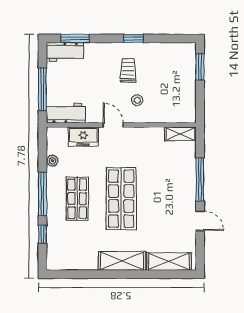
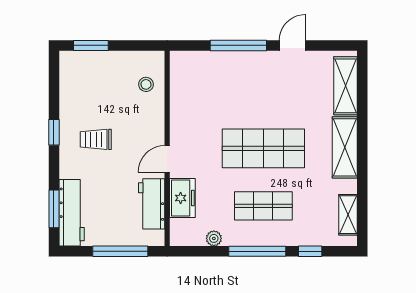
workbench: (65, 52) -> (72, 213), width x1.38
stool: (137, 100) -> (146, 84), moved
workbench: (66, 113) -> (152, 204), moved
shelving: (180, 134) -> (348, 215), moved

